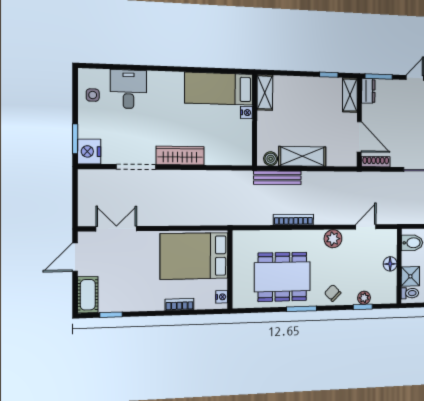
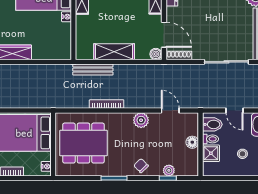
boiler: (271, 159) -> (156, 54), moved
door: (366, 227) -> (170, 111), hinge flipped
dining table: (282, 277) -> (83, 143), moved
toilet: (410, 293) -> (210, 139), moved

